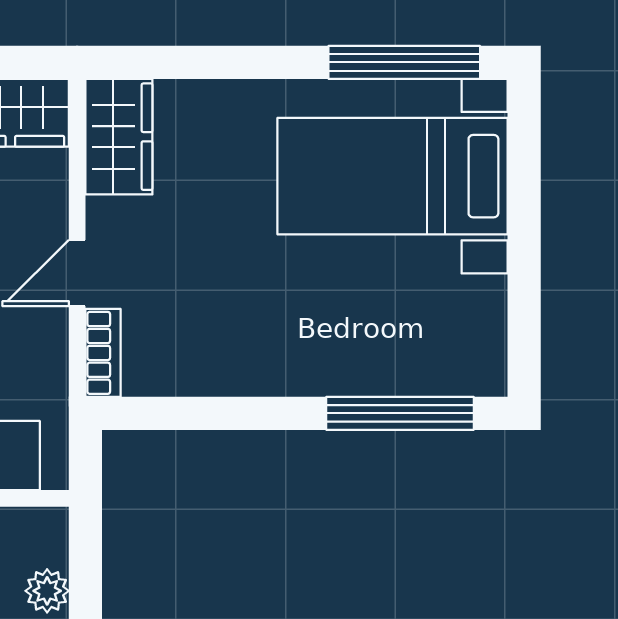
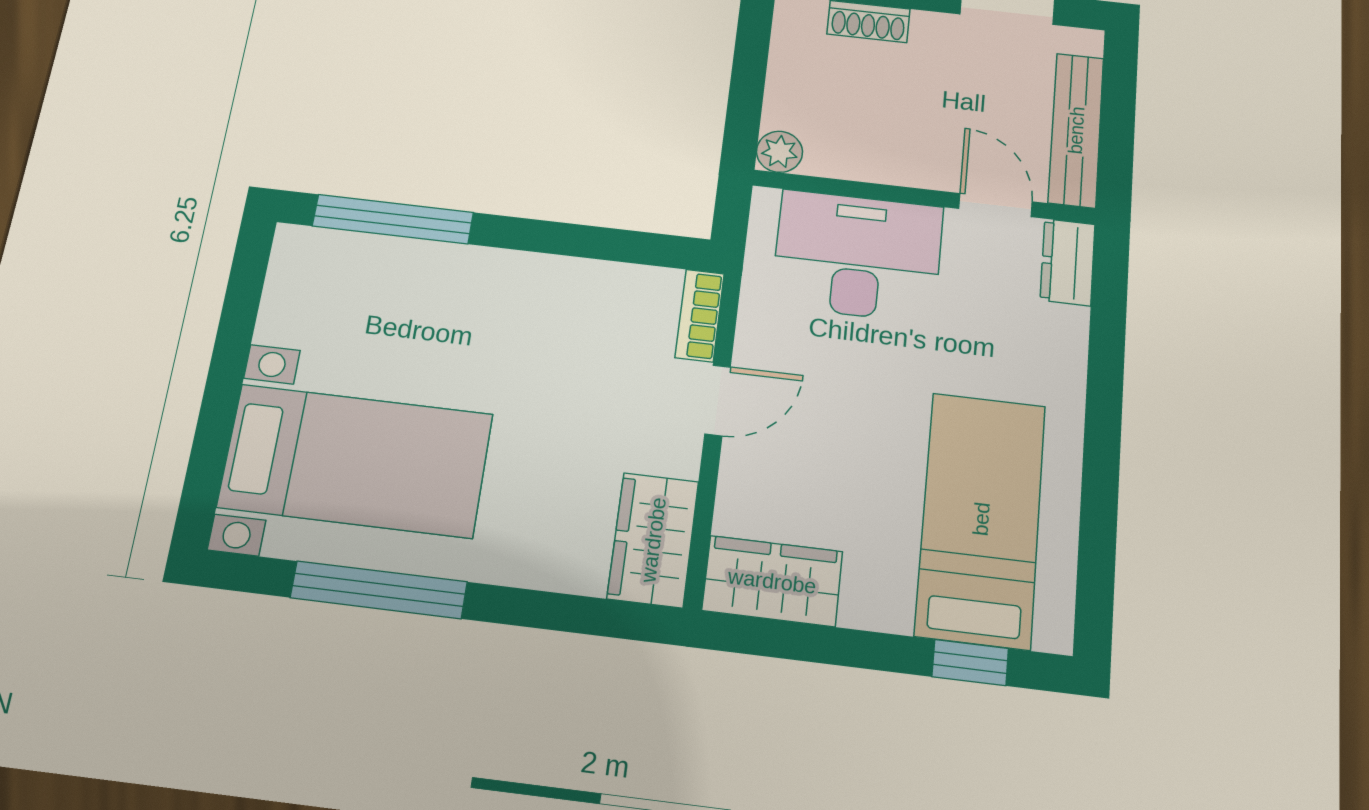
window: (404, 62) -> (379, 590), moved
plant: (47, 591) -> (779, 152), moved

